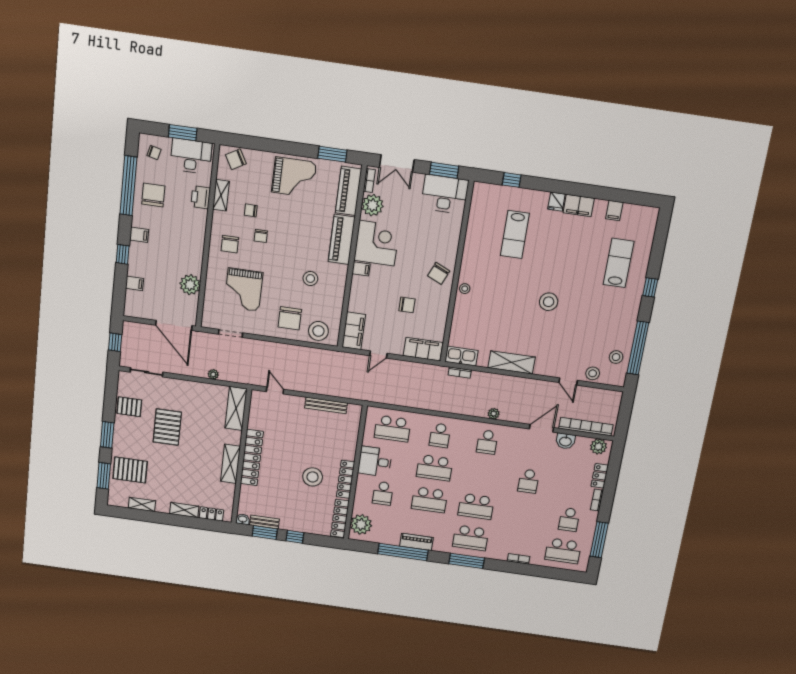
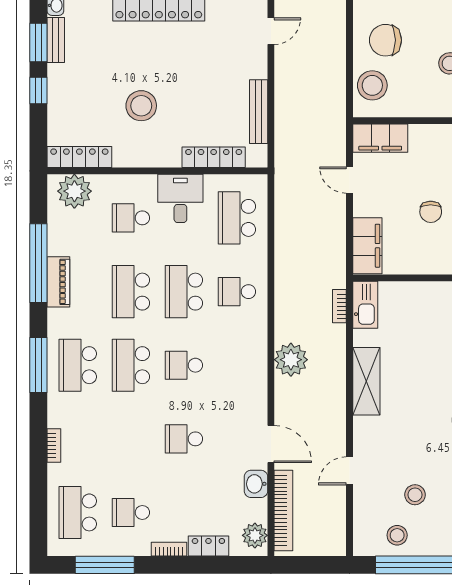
stool: (593, 373) -> (415, 495), moved
plant: (494, 414) -> (291, 360), width x1.87, depth x1.87
school desk: (487, 442) -> (184, 365), moved
locker: (346, 479) -> (214, 157), moved

